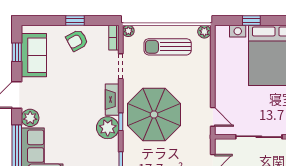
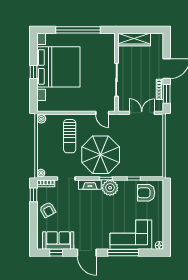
window: (75, 21) -> (33, 195), moved
window: (251, 21) -> (33, 72), moved
sun lounger: (168, 47) -> (70, 136), moved
door: (213, 117) -> (102, 113), swing flipped
plant: (30, 118) -> (103, 243), removed

